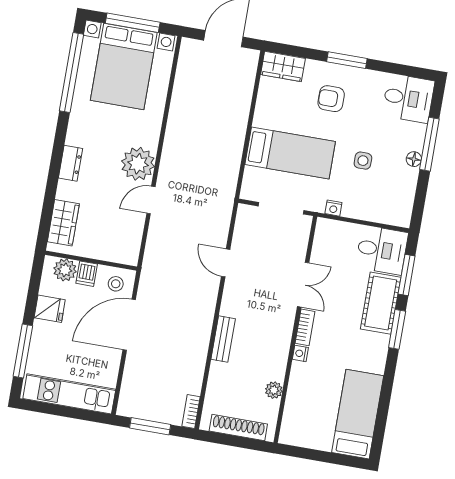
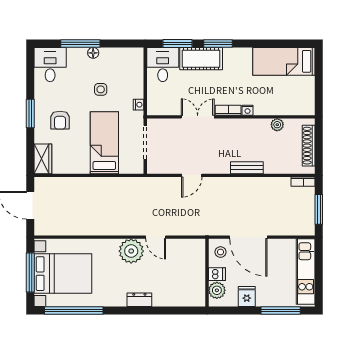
wardrobe: (63, 223) -> (183, 297), removed

